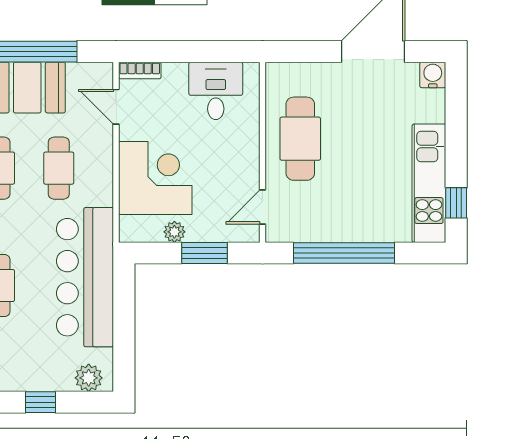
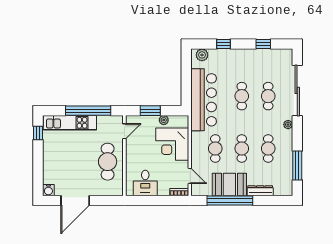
kitchen unit: (429, 183) -> (70, 123), moved, turned 90

